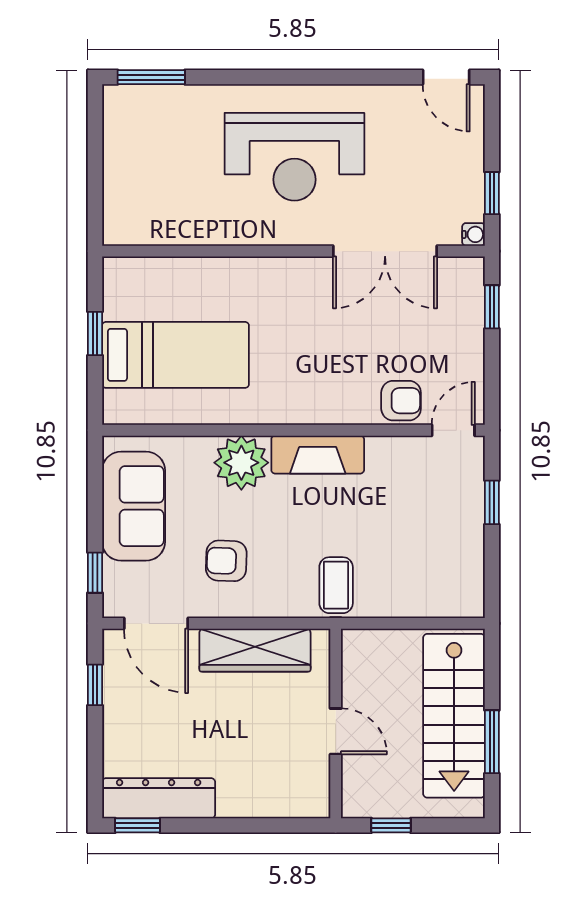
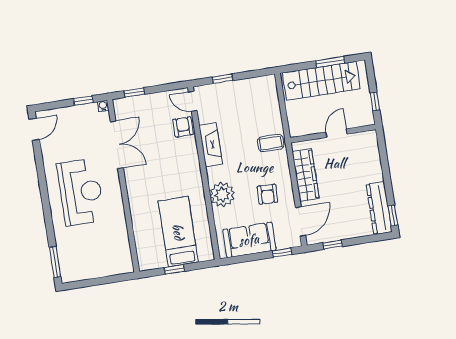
fireplace: (318, 455) -> (211, 145), moved

